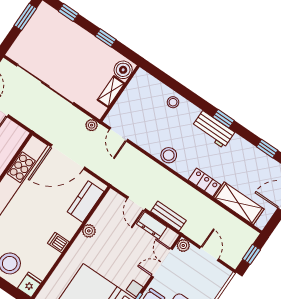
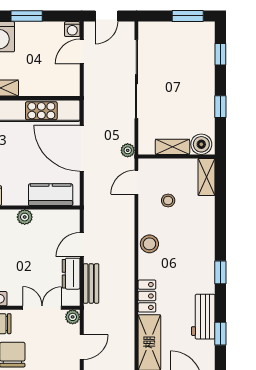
shelving: (149, 82) -> (206, 177), added
stool: (173, 102) -> (168, 201), moved
workbench: (213, 130) -> (203, 317), moved

